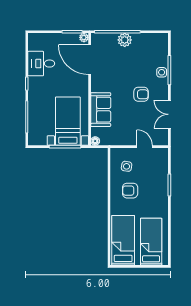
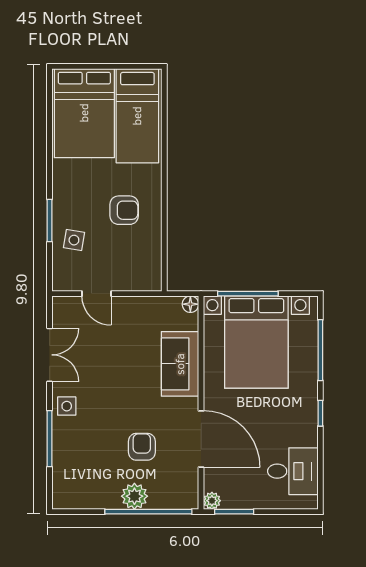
door: (90, 60) -> (201, 439), moved
desk: (41, 64) -> (293, 471), moved
side table: (162, 72) -> (67, 406), moved
armchair: (141, 94) -> (142, 447), moved, turned 90
bed with nightstands: (68, 121) -> (256, 342), width x1.36
side table: (127, 166) -> (74, 240), moved
bed: (151, 242) -> (84, 113), width x1.50

